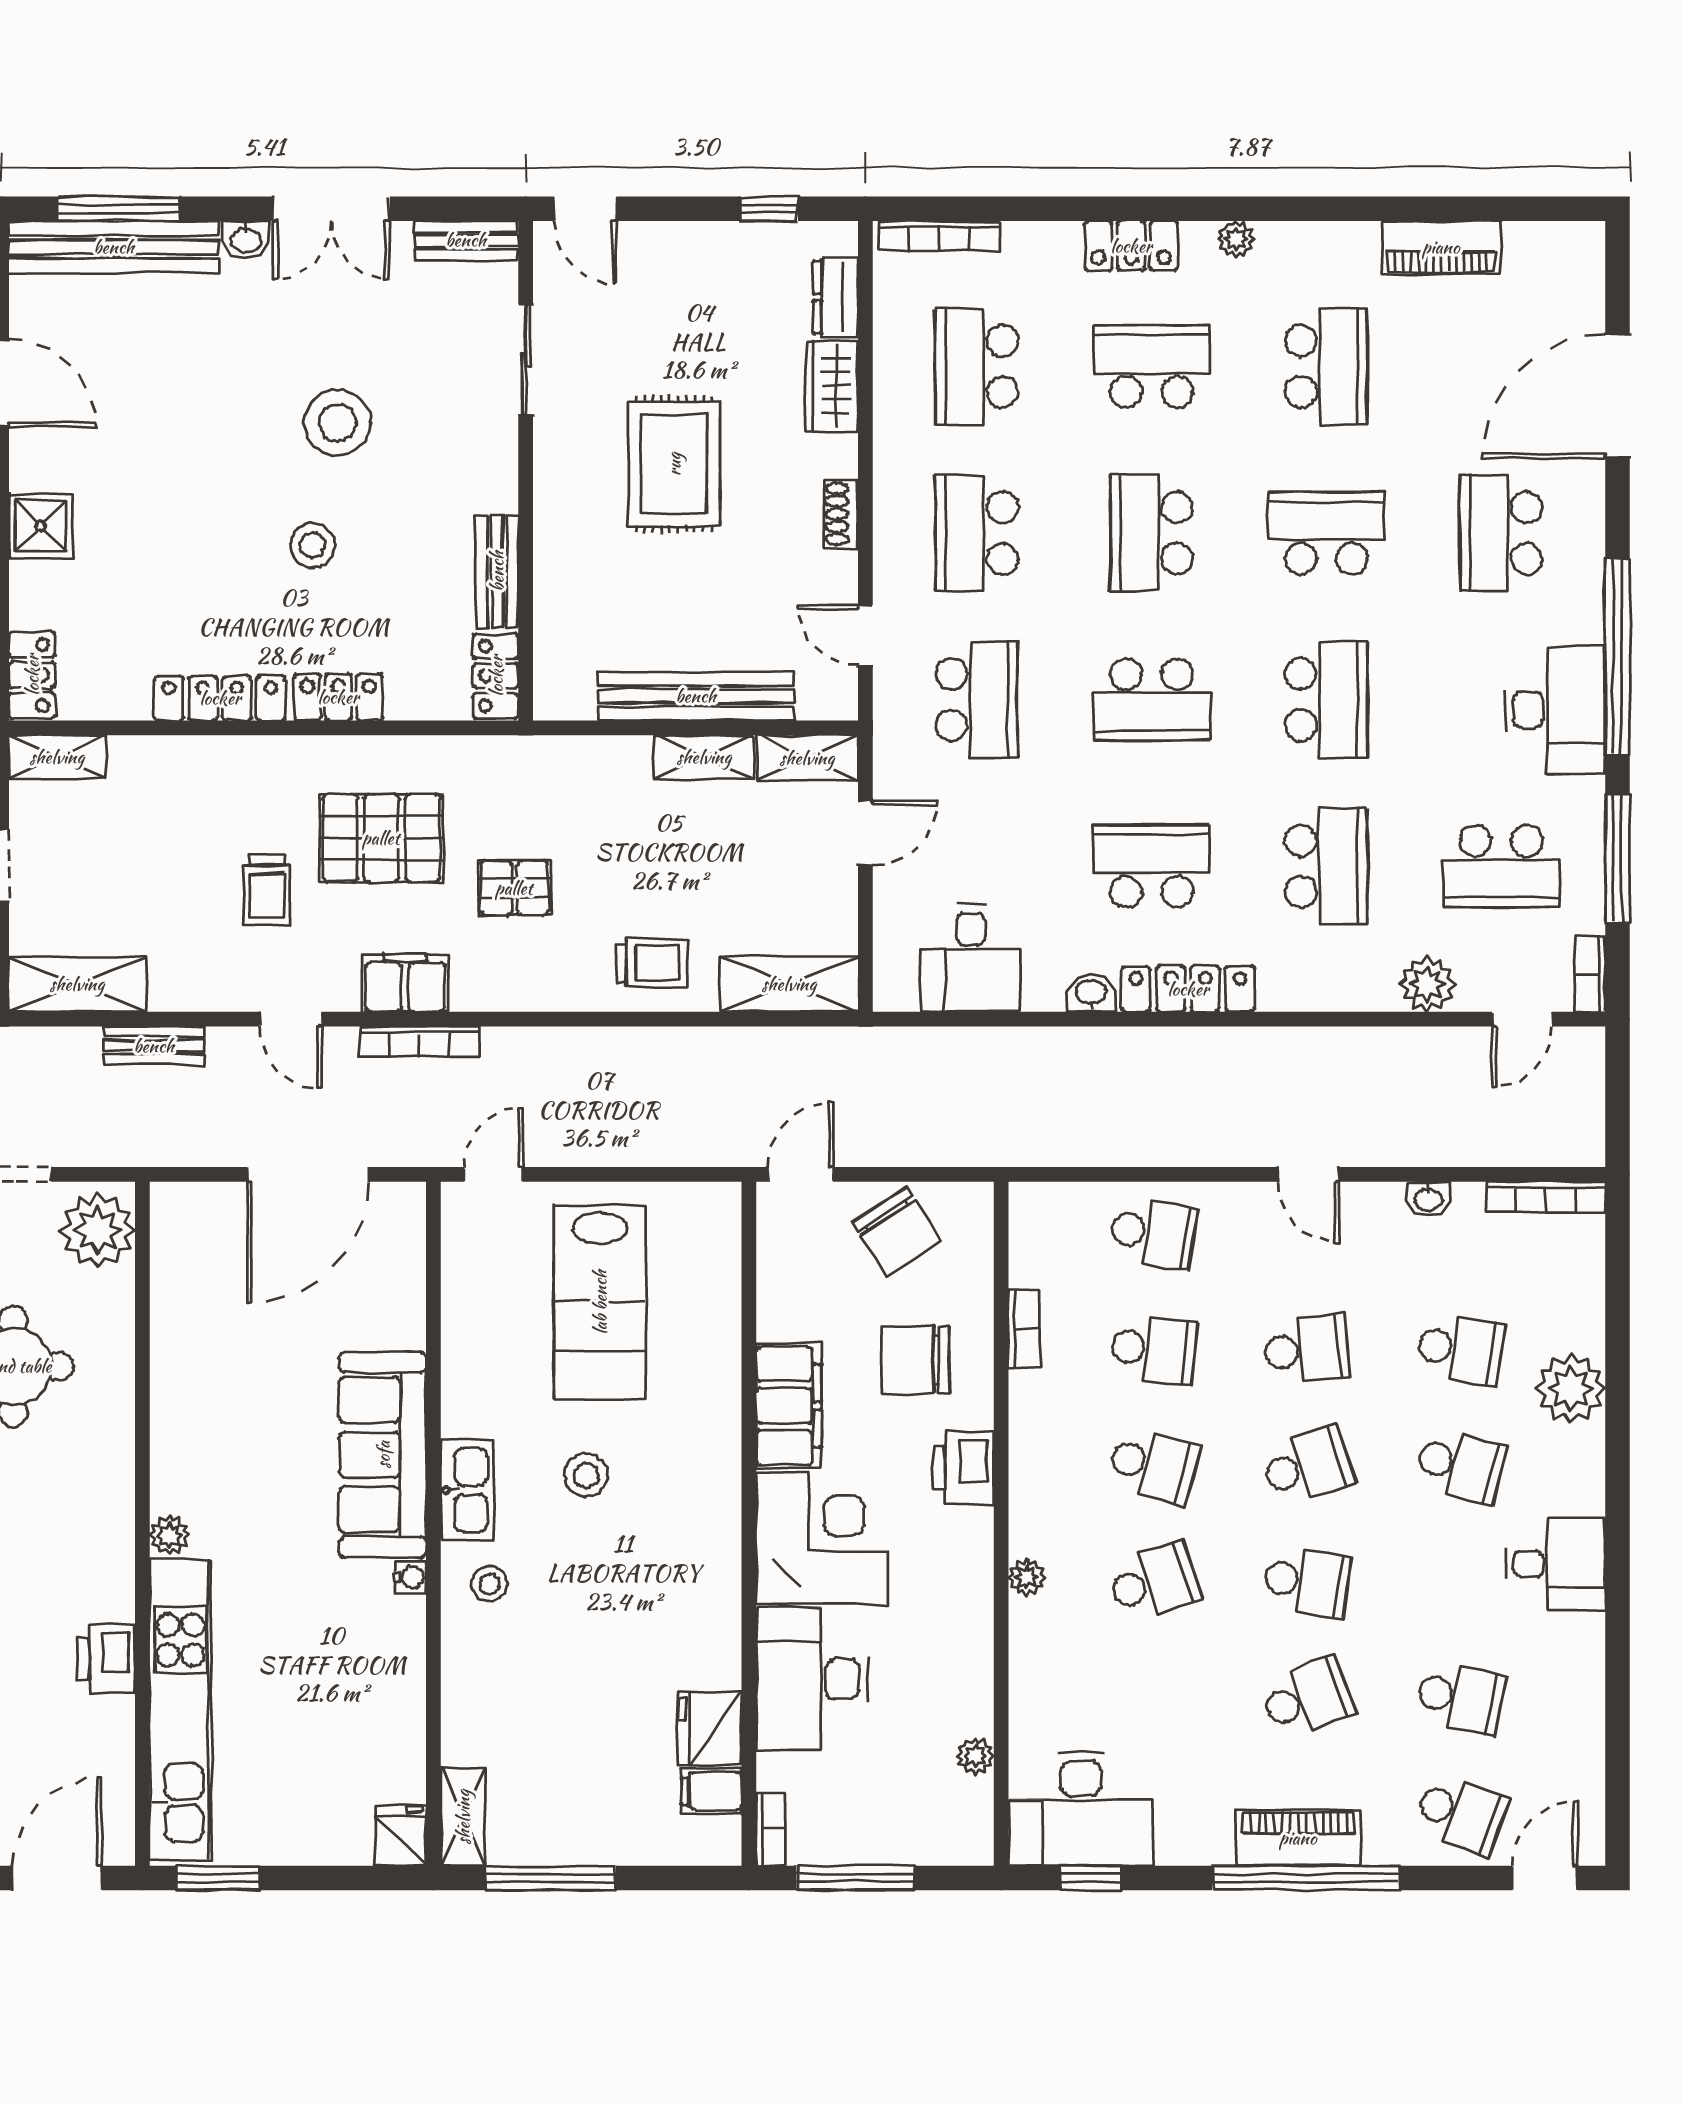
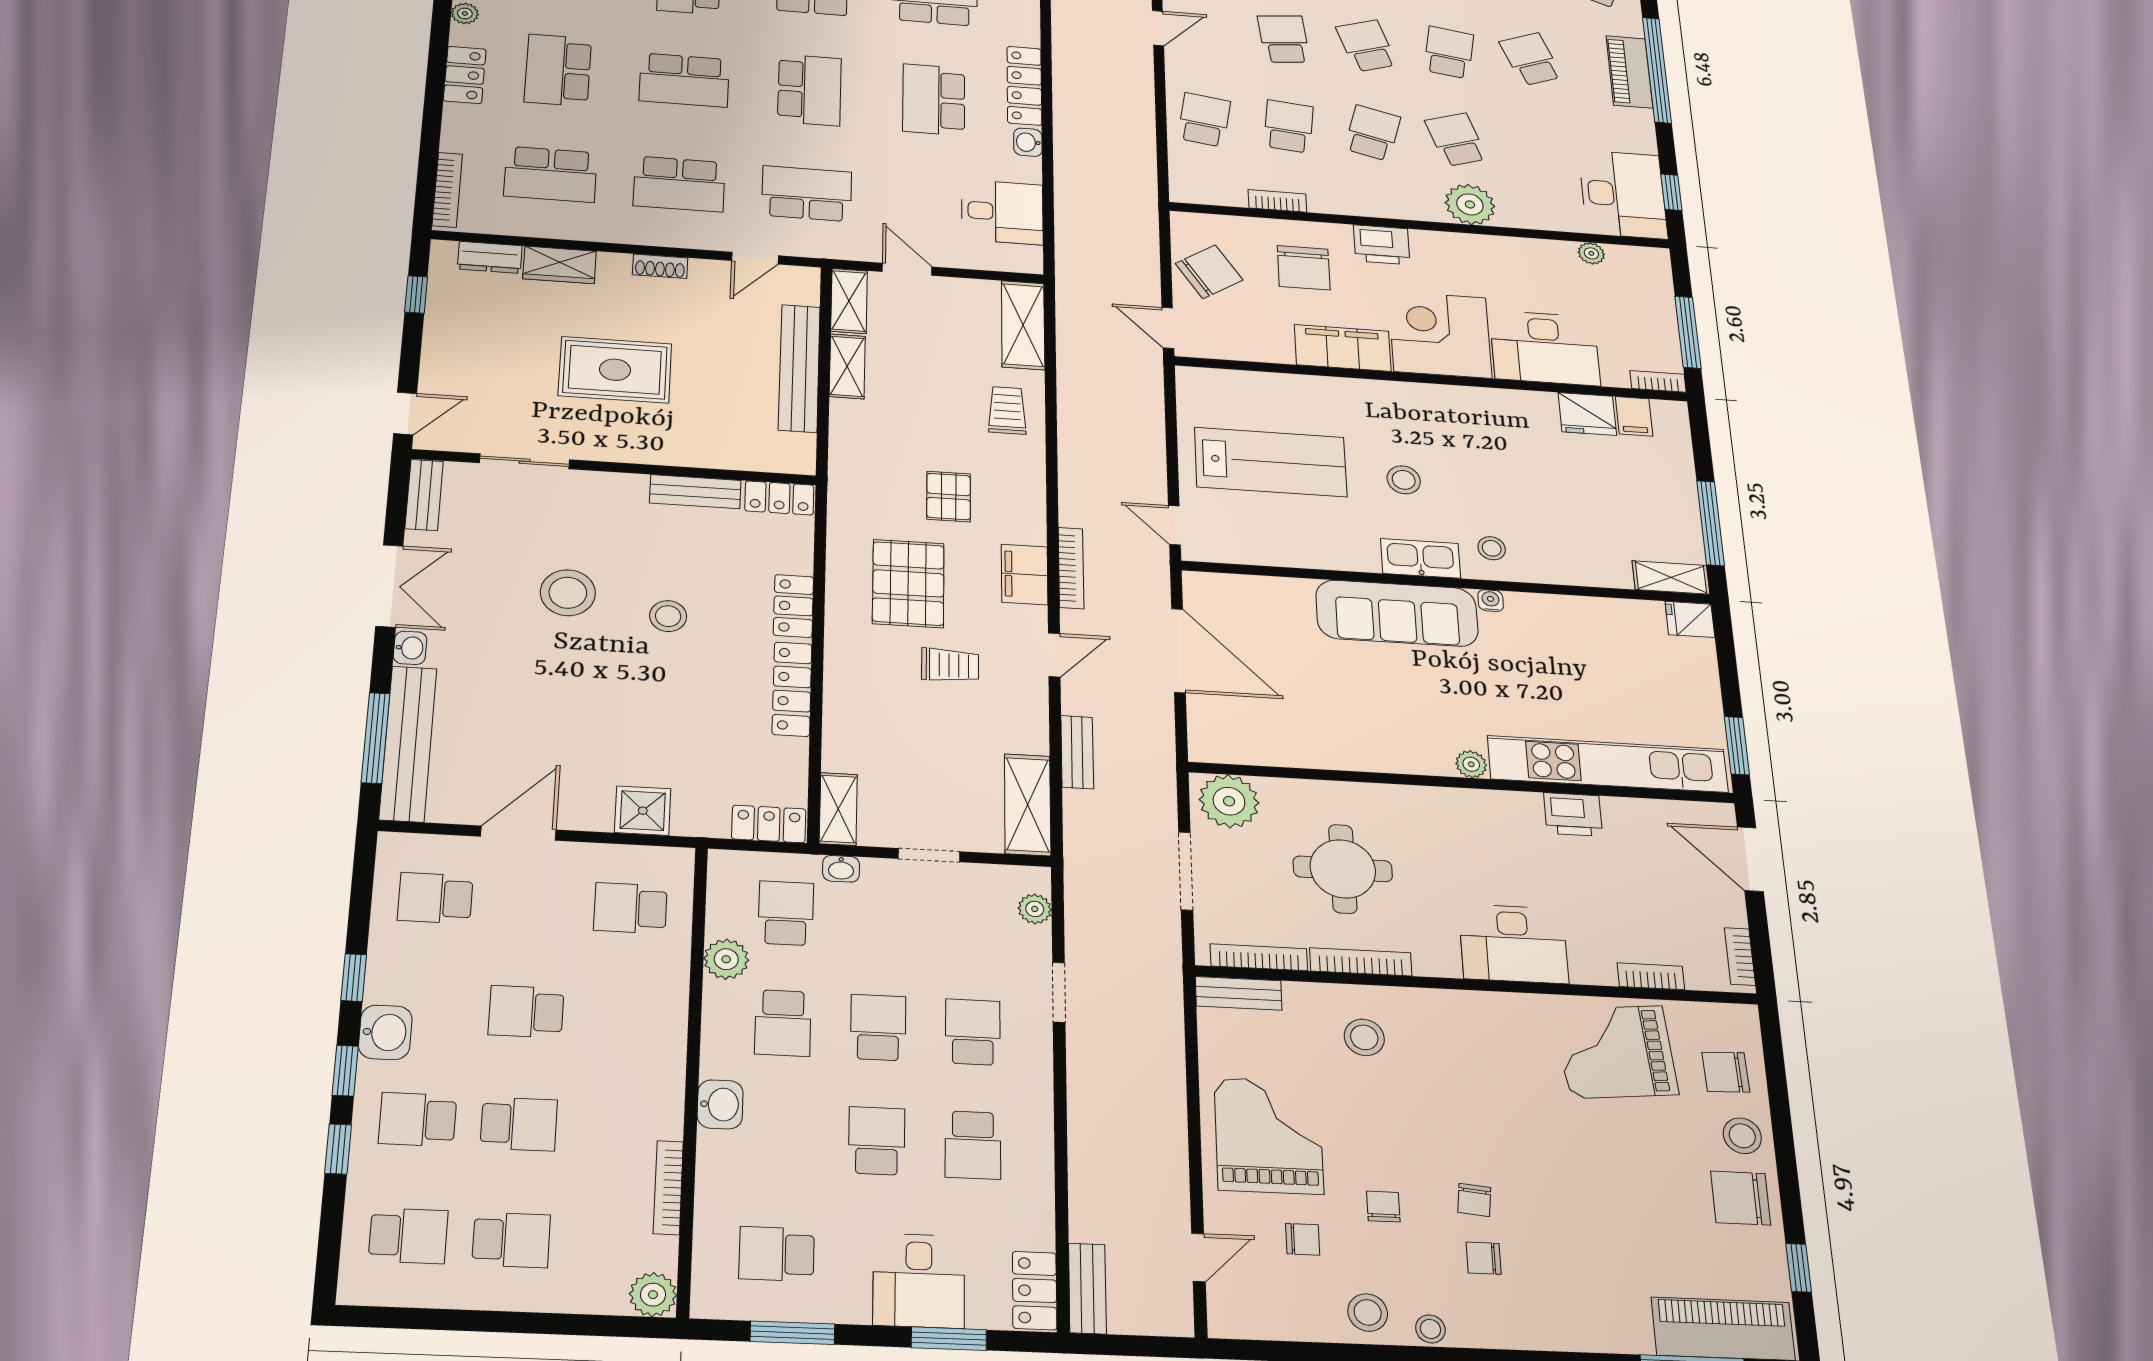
plant: (1027, 1577) -> (1470, 204), width x1.87, depth x1.87

